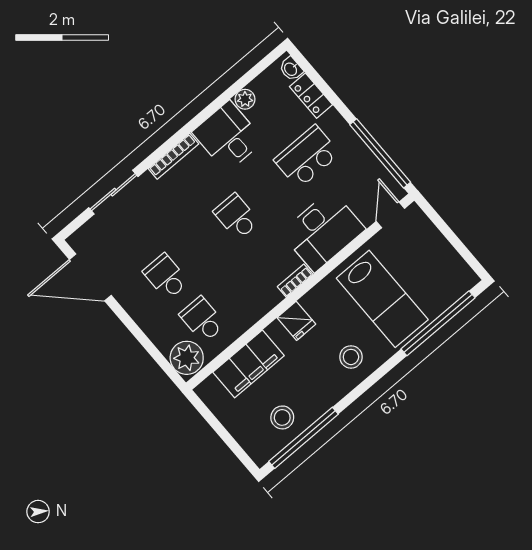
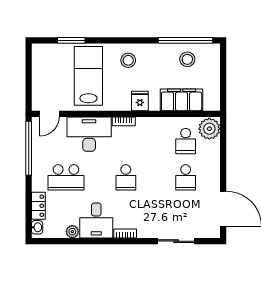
bookcase: (173, 156) -> (125, 233), width x0.64
window: (438, 323) -> (71, 40), width x0.47

